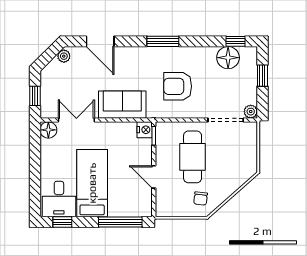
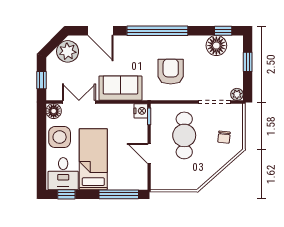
window: (163, 41) -> (157, 31), width x2.11
plant: (64, 56) -> (68, 51), width x1.87, depth x1.87
armchair: (178, 86) -> (171, 72), turned 90
side table: (55, 159) -> (60, 137), added
chair: (201, 198) -> (224, 137), moved

